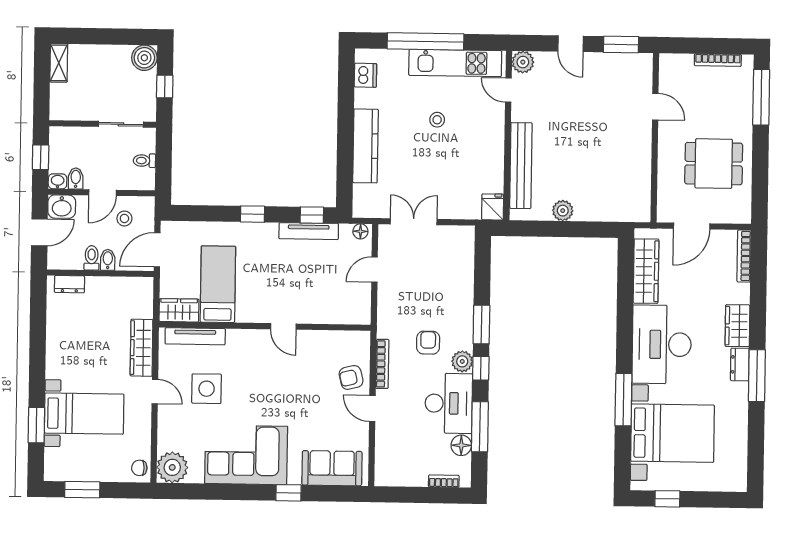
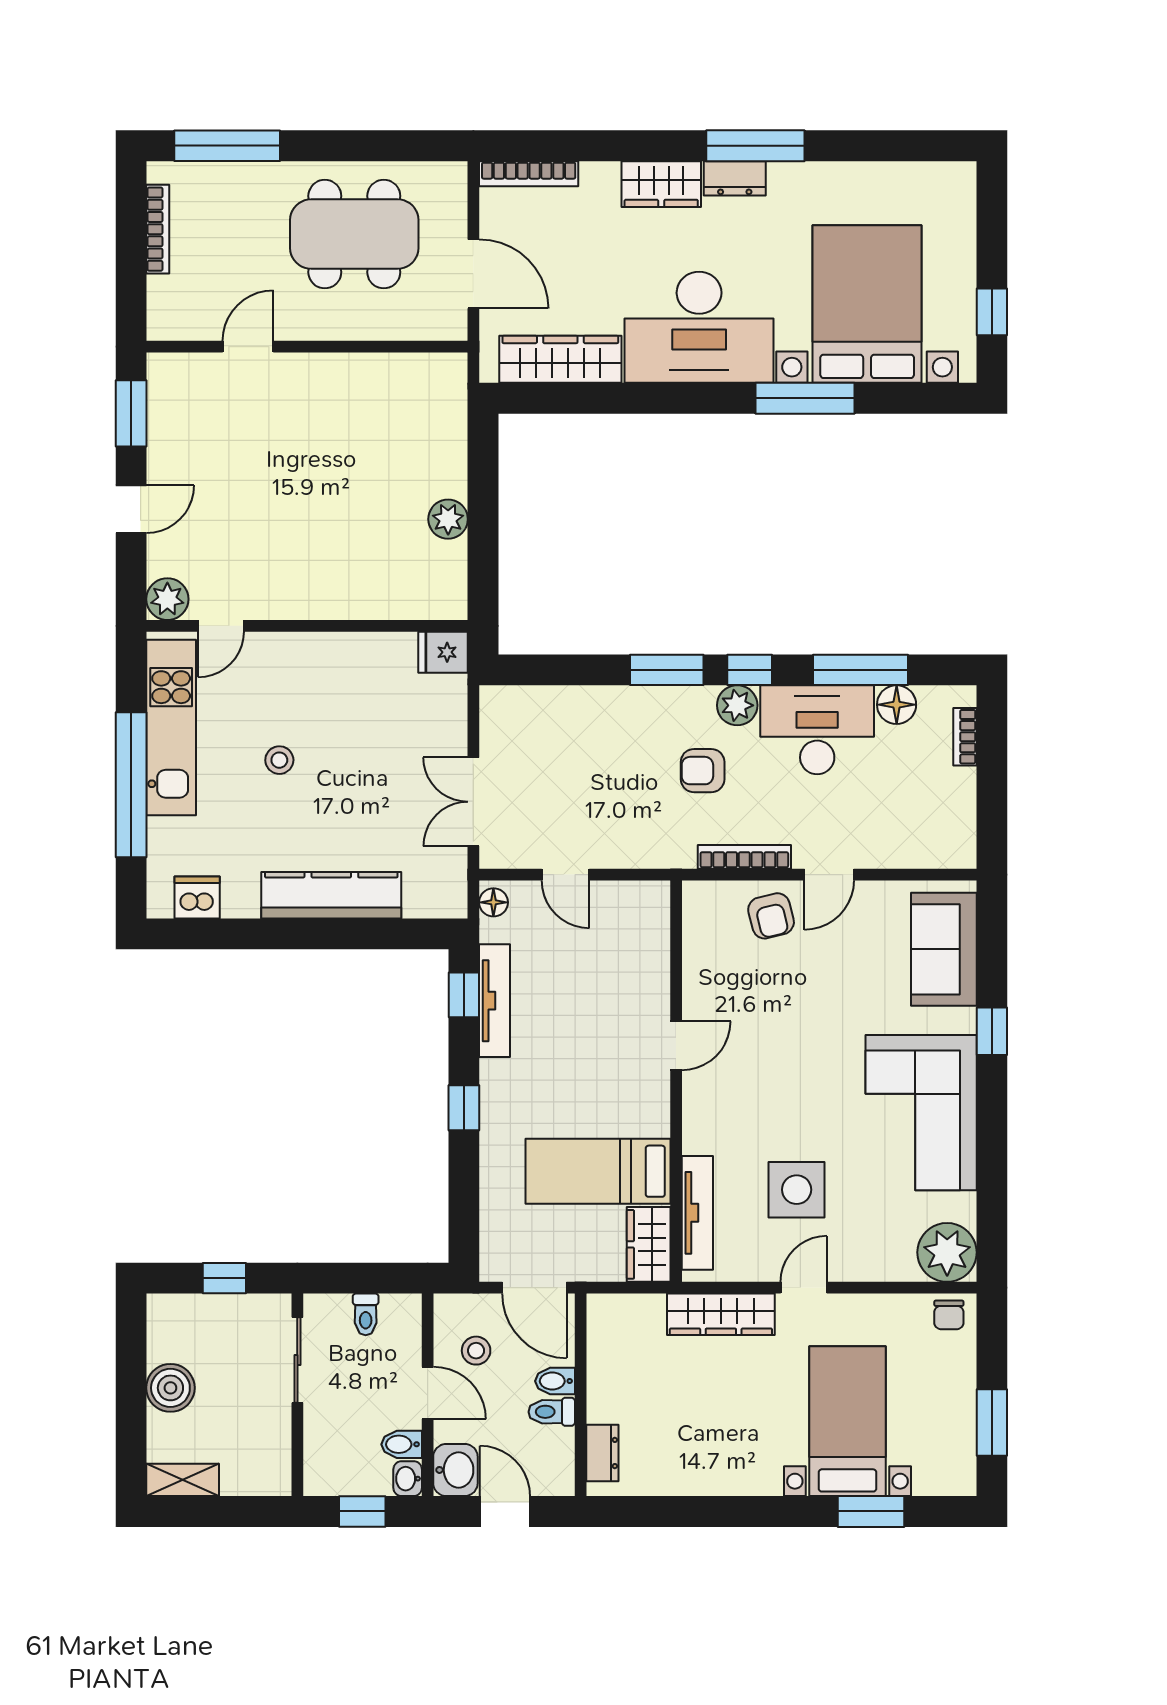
boiler: (144, 58) -> (170, 1388), moved
dining table: (714, 164) -> (354, 234), width x1.38
bench: (521, 166) -> (364, 600), removed

